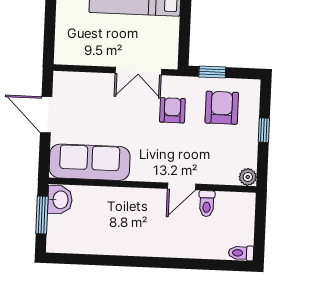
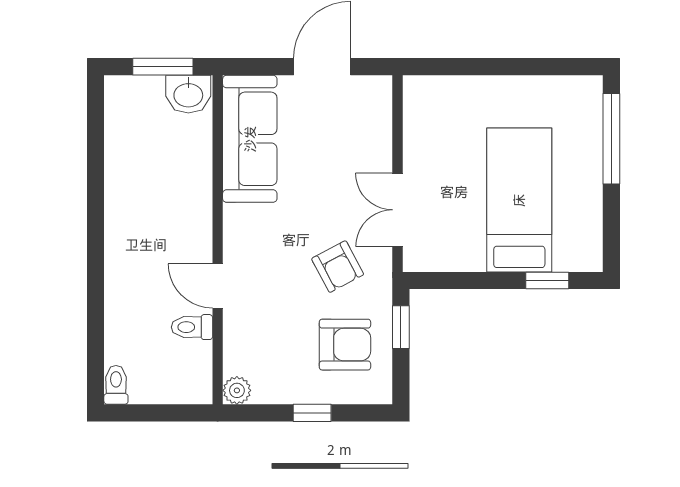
armchair: (172, 110) -> (338, 267), turned 62

